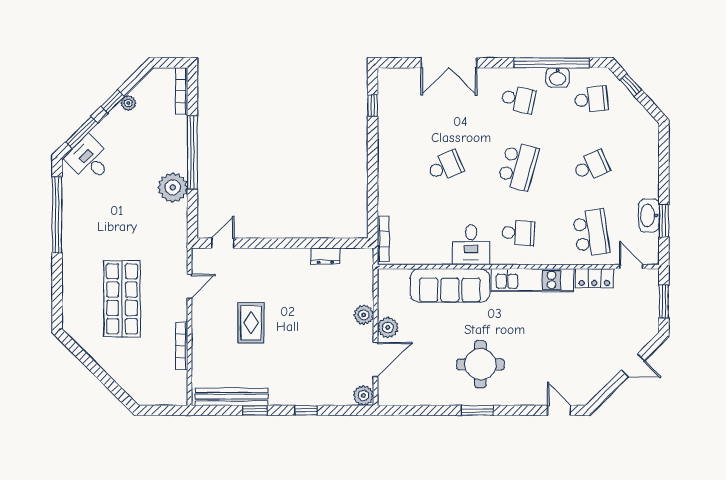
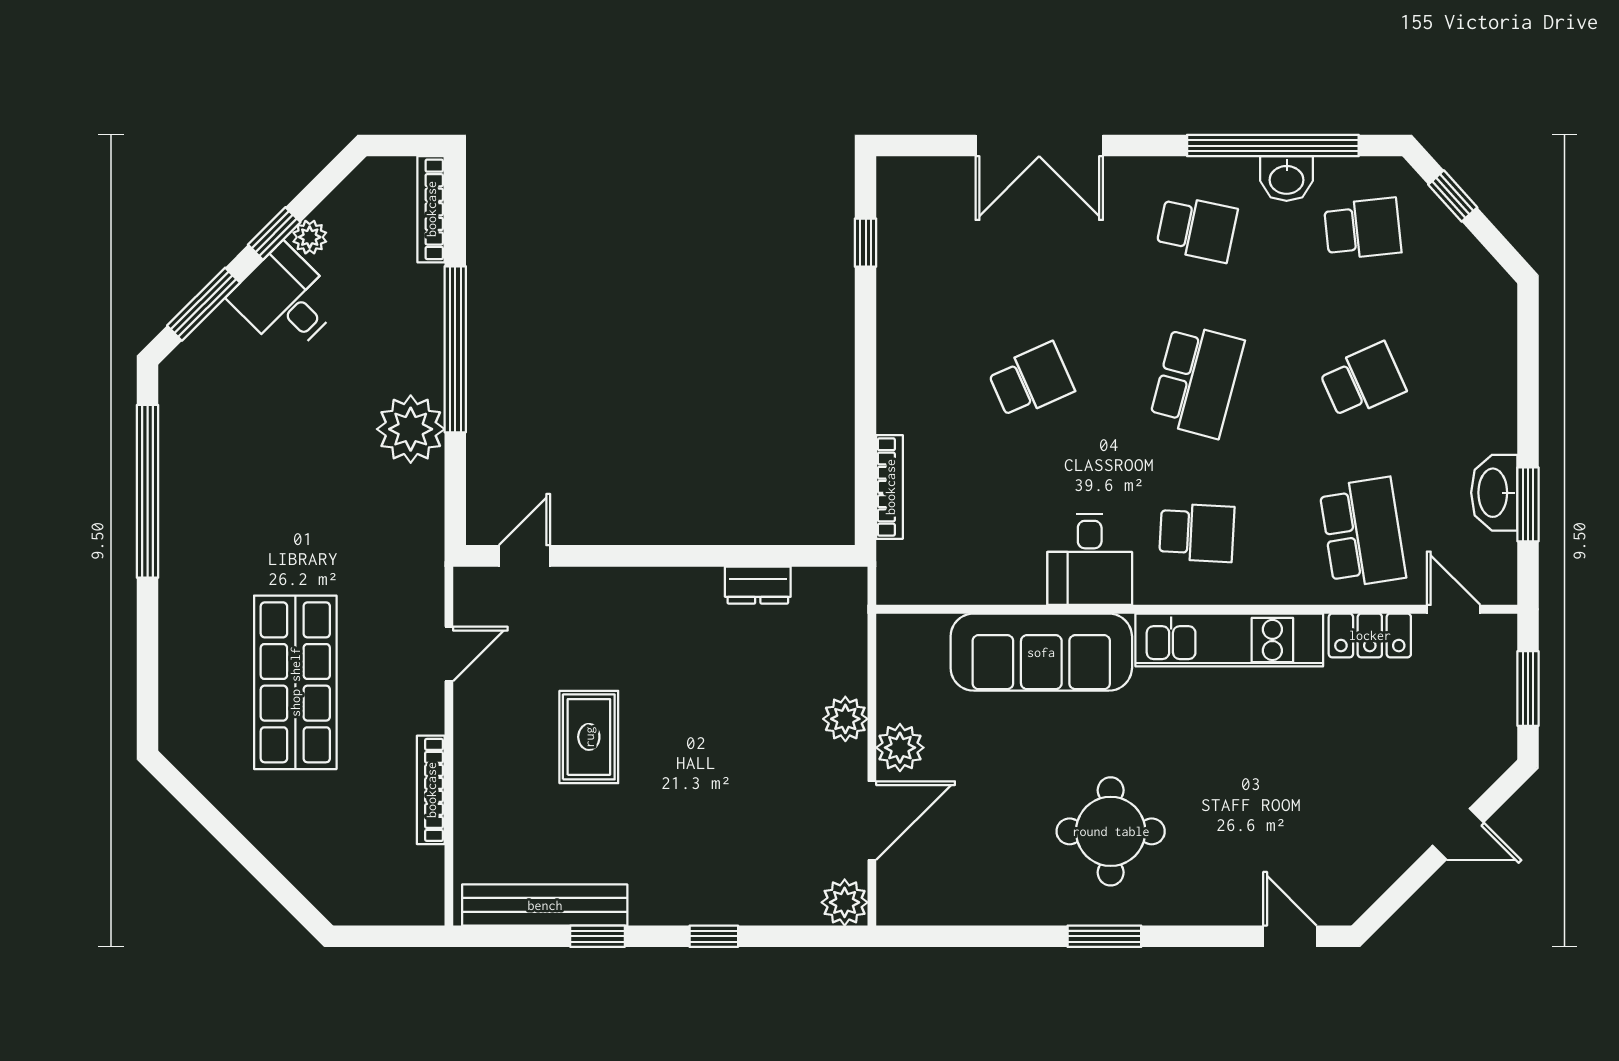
desk: (89, 159) -> (286, 300), moved
bookcase: (383, 239) -> (890, 487), moved

